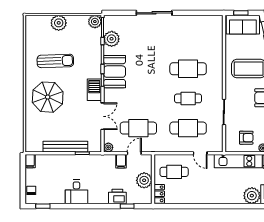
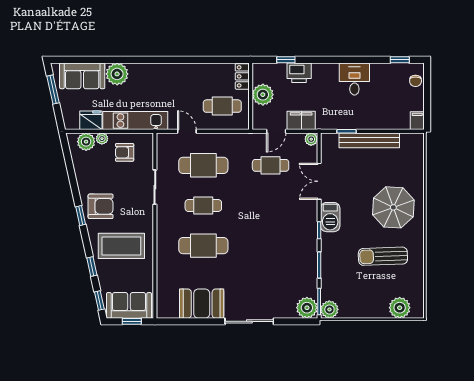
plant: (59, 23) -> (400, 308), moved
plant: (112, 39) -> (307, 308), moved
booth: (115, 72) -> (202, 304), moved, turned 90
cafe table: (138, 128) -> (271, 165), width x0.73, depth x0.74
filing cabinet: (121, 161) -> (301, 120), width x2.00

